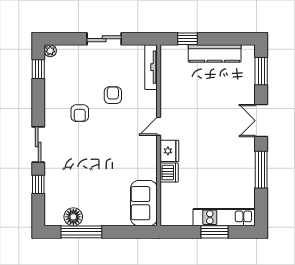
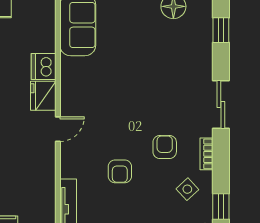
side table: (63, 82) -> (187, 189), added
bookcase: (49, 108) -> (206, 154), added
window: (38, 184) -> (221, 30), moved

